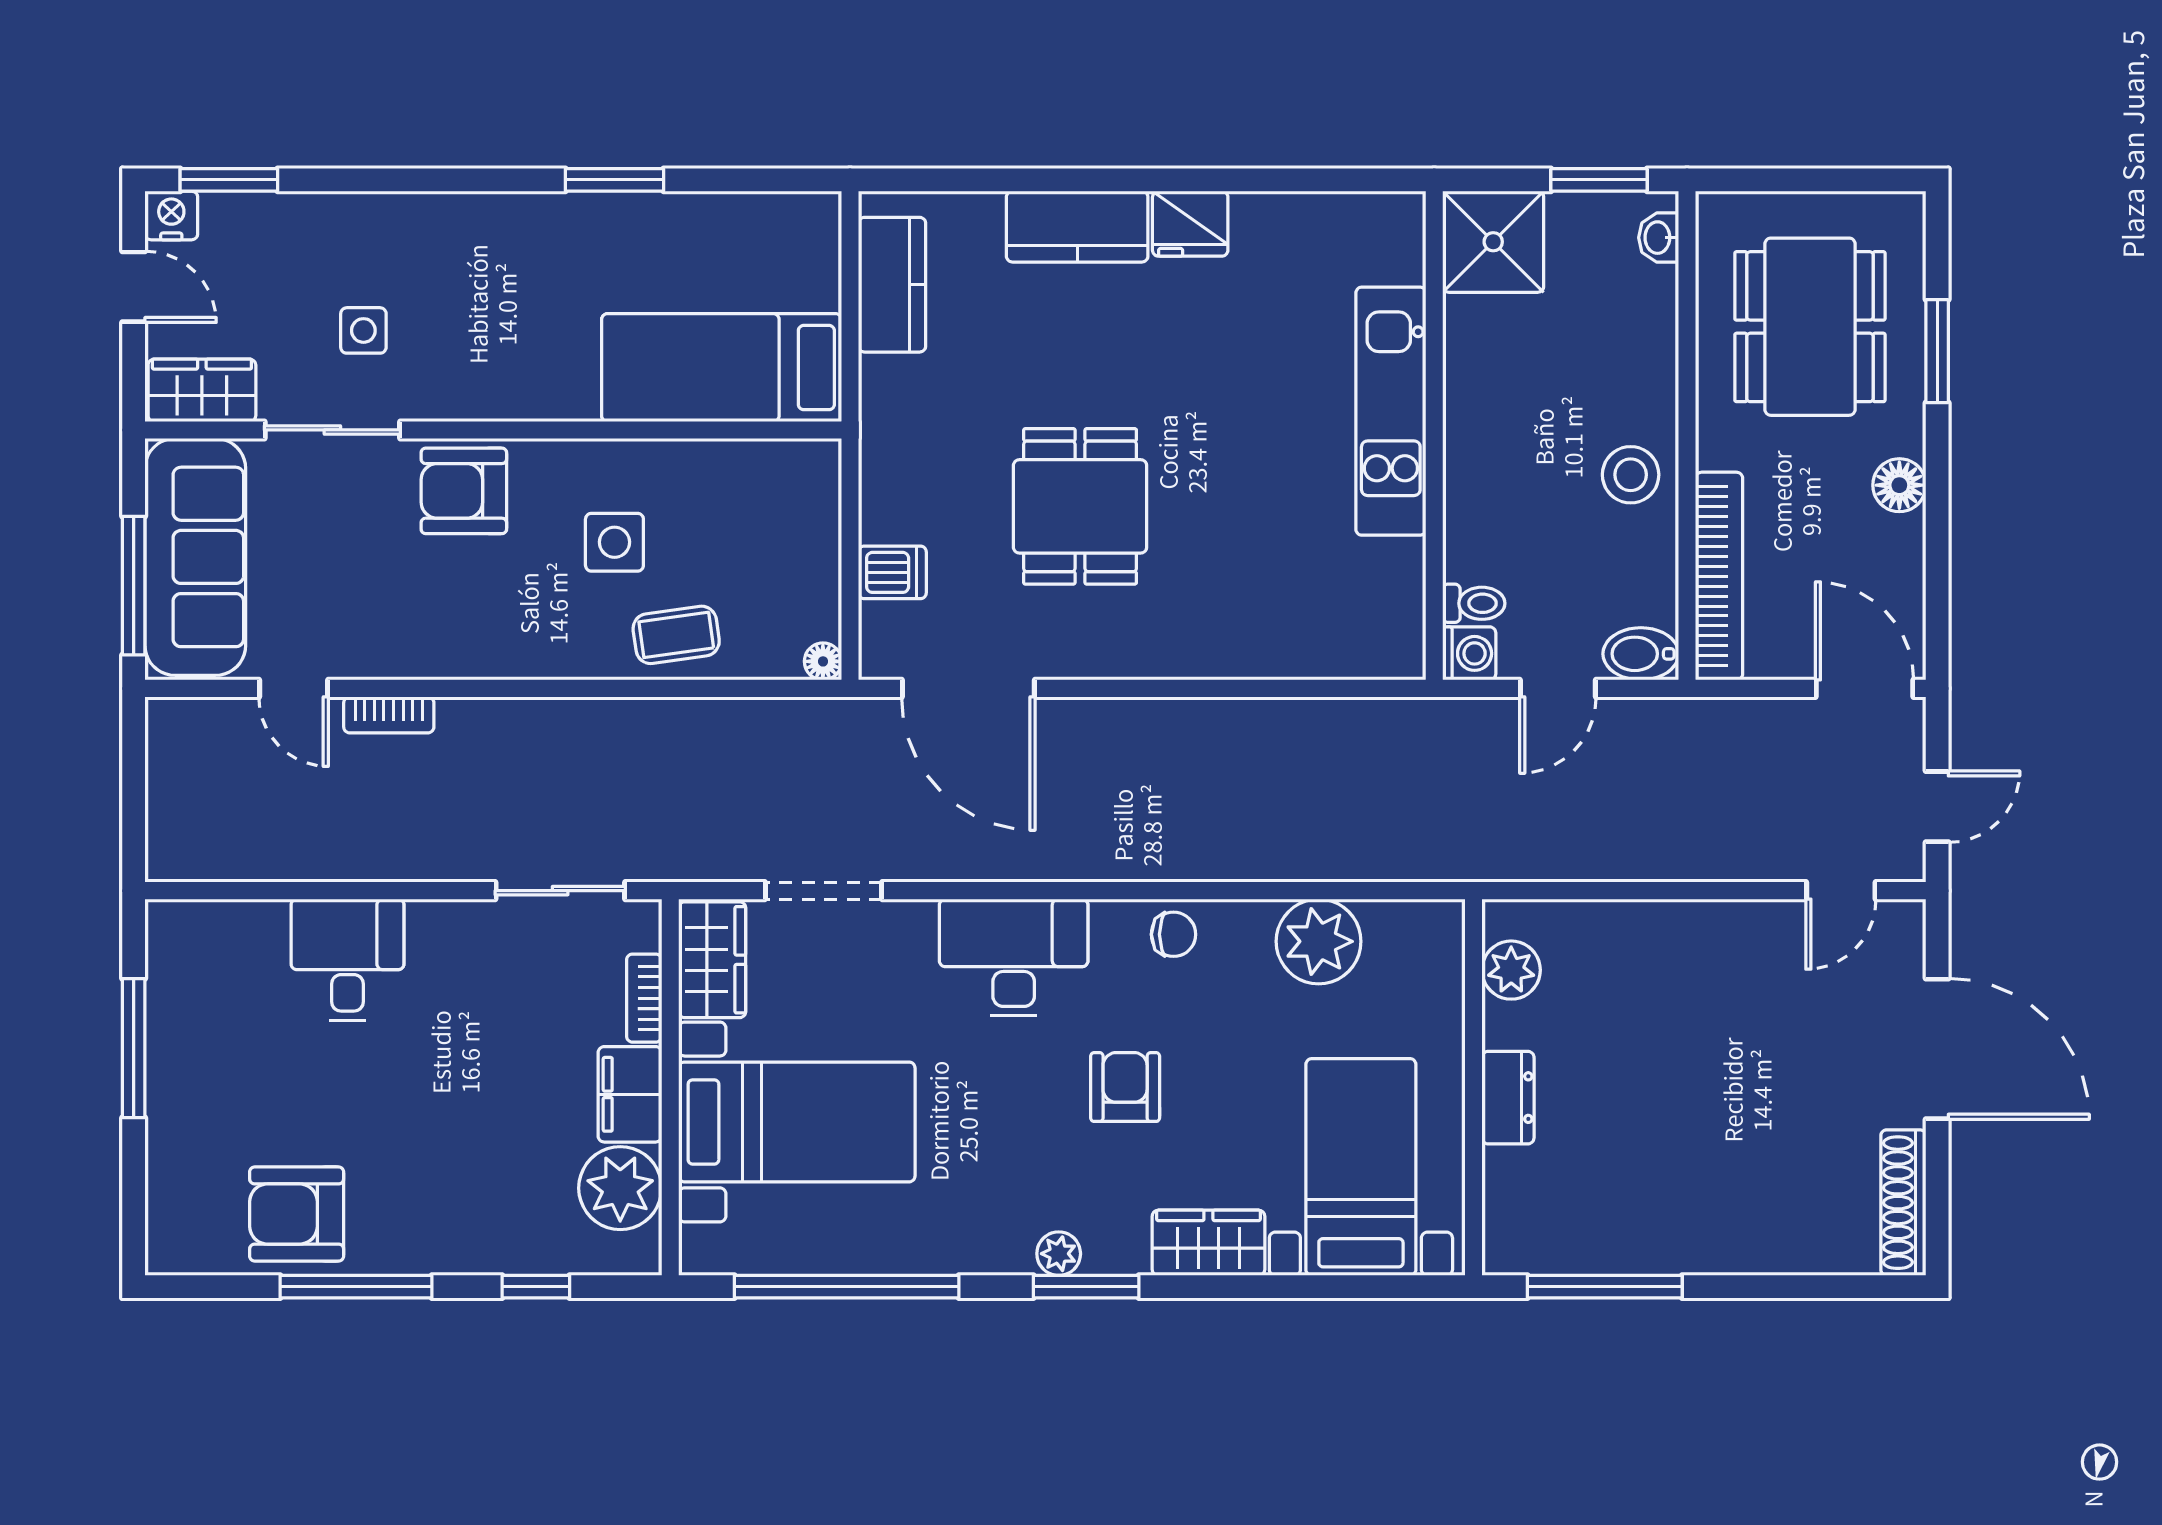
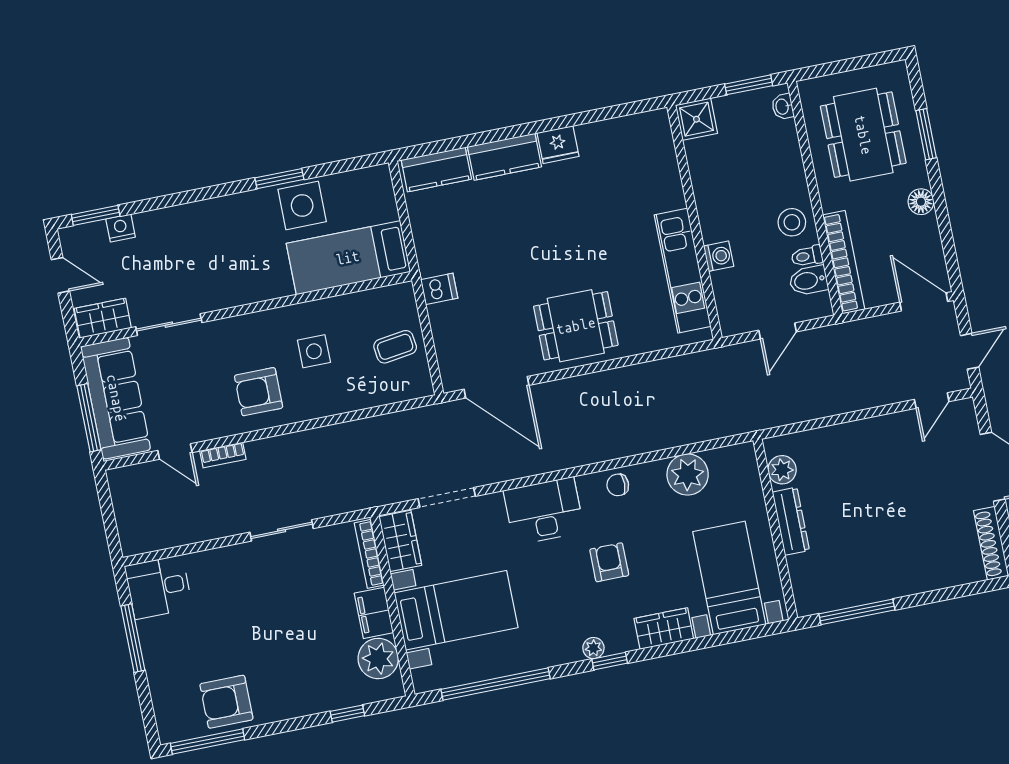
nightstand: (171, 215) -> (121, 228), moved
shower: (1493, 242) -> (696, 119), width x0.73, depth x0.73
kitchen counter: (892, 285) -> (436, 169), moved, turned 90
side table: (363, 330) -> (302, 205), moved, width x1.87, depth x1.87
kitchen unit: (1391, 411) -> (683, 271), moved
armchair: (464, 491) -> (259, 392), moved
dining table: (1080, 506) -> (576, 326), moved, turned 90
dishwasher: (892, 572) -> (439, 289), moved
toilet: (1474, 603) -> (807, 256), moved, turned 180
coffee table: (676, 635) -> (395, 347), moved
washing machine: (1469, 653) -> (719, 256), moved
bidet: (1641, 654) -> (809, 280), moved
floor lamp: (823, 661) -> (425, 388), removed
sliding door: (560, 891) -> (282, 530), moved
chair: (1174, 934) -> (618, 485), turned 180
desk: (347, 960) -> (159, 587), moved, turned -90
bookcase: (644, 998) -> (369, 554), width x1.56
dresser: (1508, 1098) -> (791, 521), width x1.44
window: (356, 1287) -> (208, 742), moved
window: (1086, 1287) -> (610, 661), width x0.67

